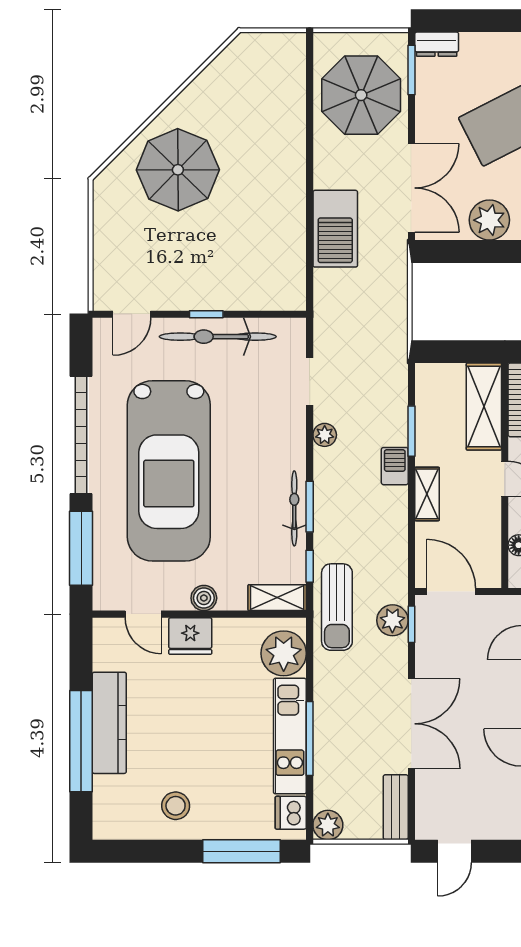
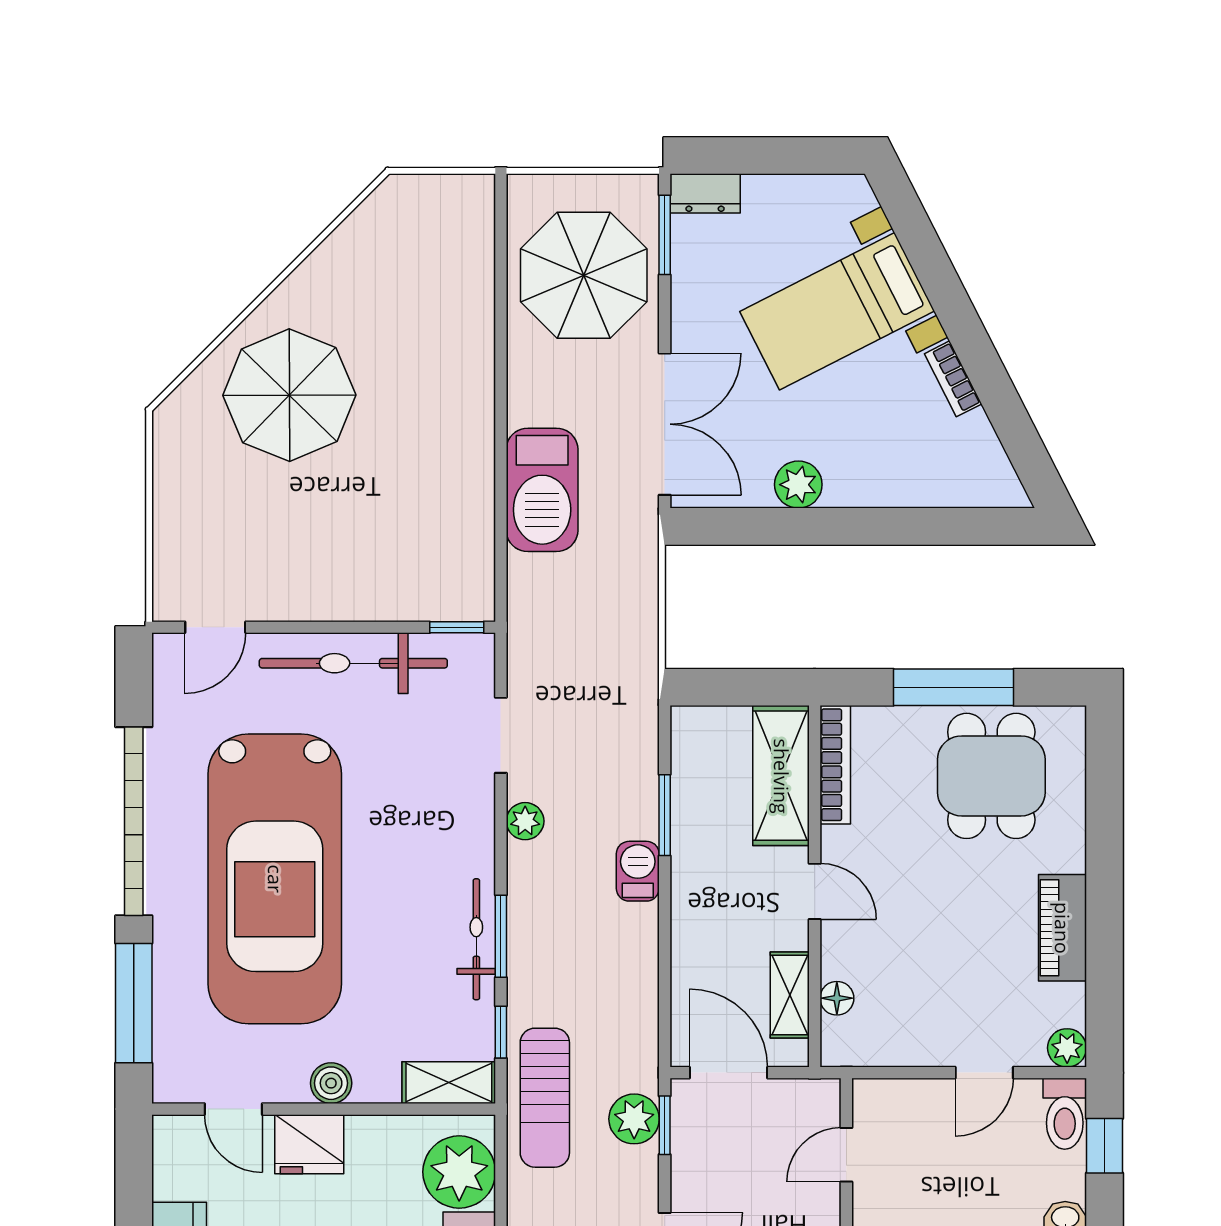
plant: (489, 220) -> (798, 485), width x0.73, depth x0.73
window: (206, 314) -> (457, 627), moved
shelving: (427, 494) -> (790, 995), moved

